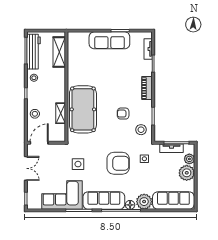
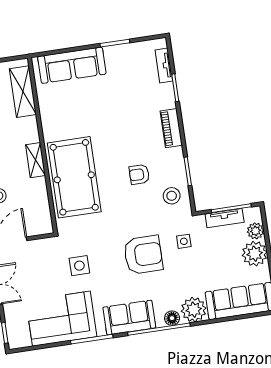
sofa: (109, 40) -> (72, 65), moved
shelving: (61, 113) -> (35, 160), moved
sofa: (104, 201) -> (129, 318), width x0.73

